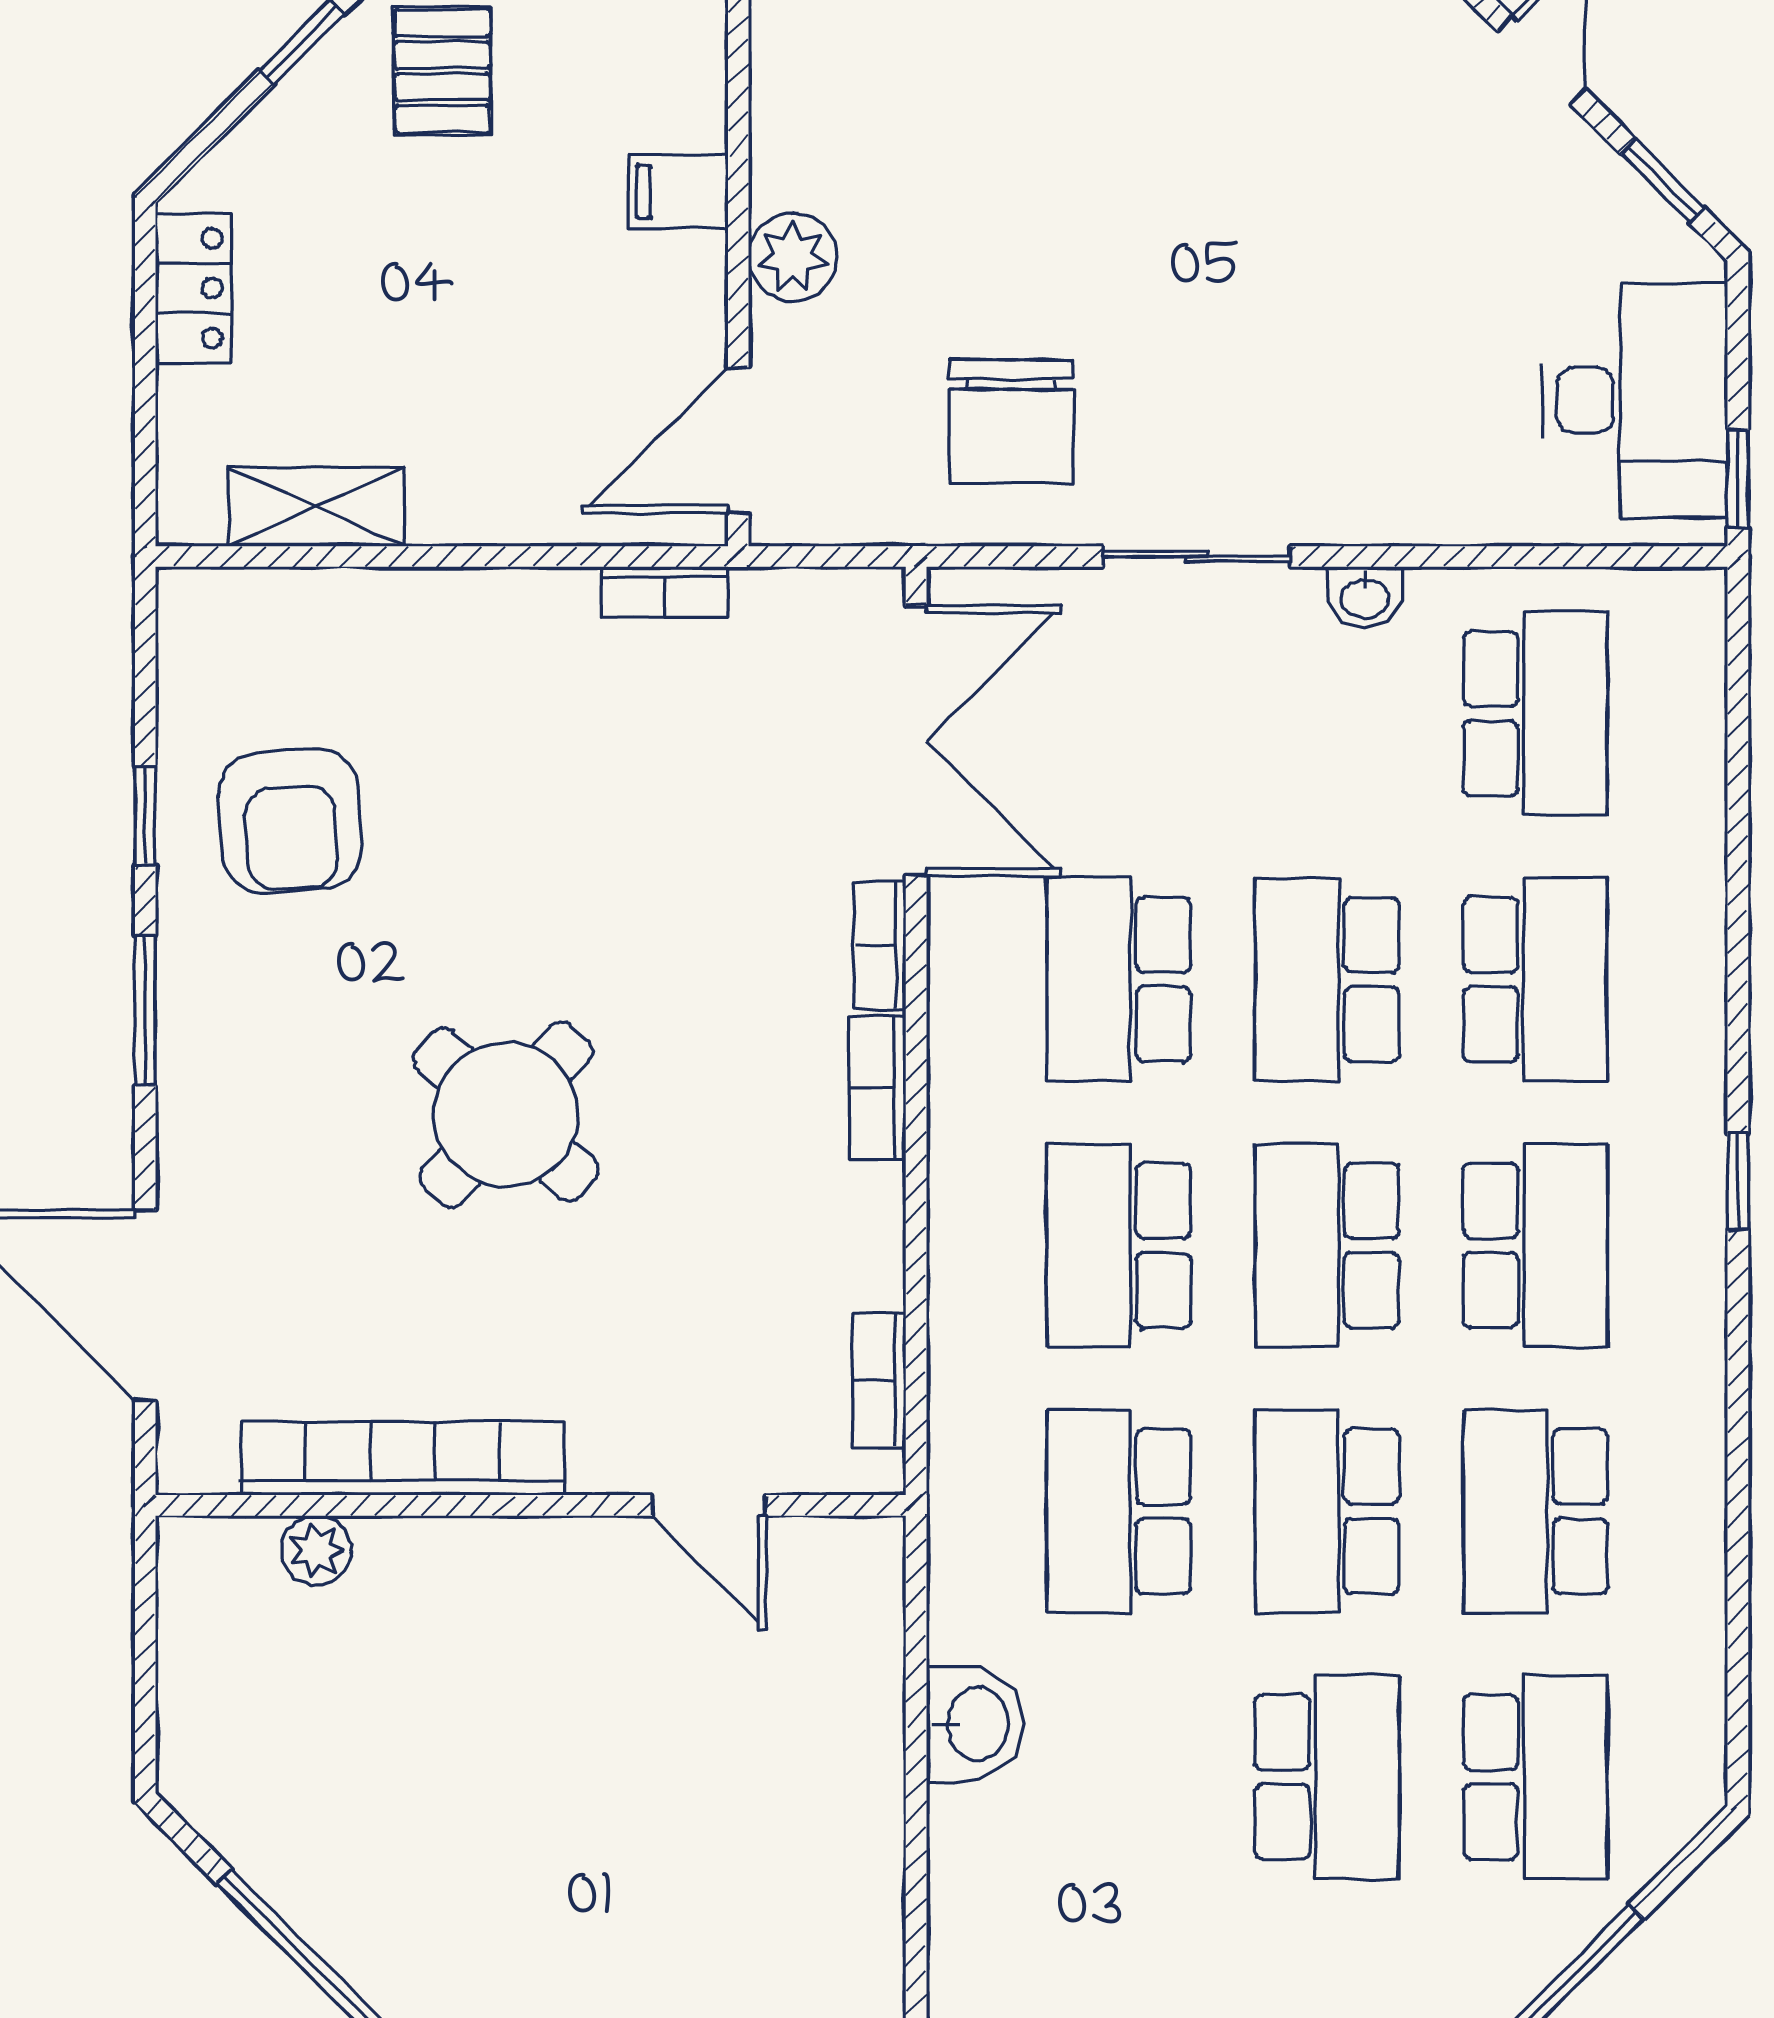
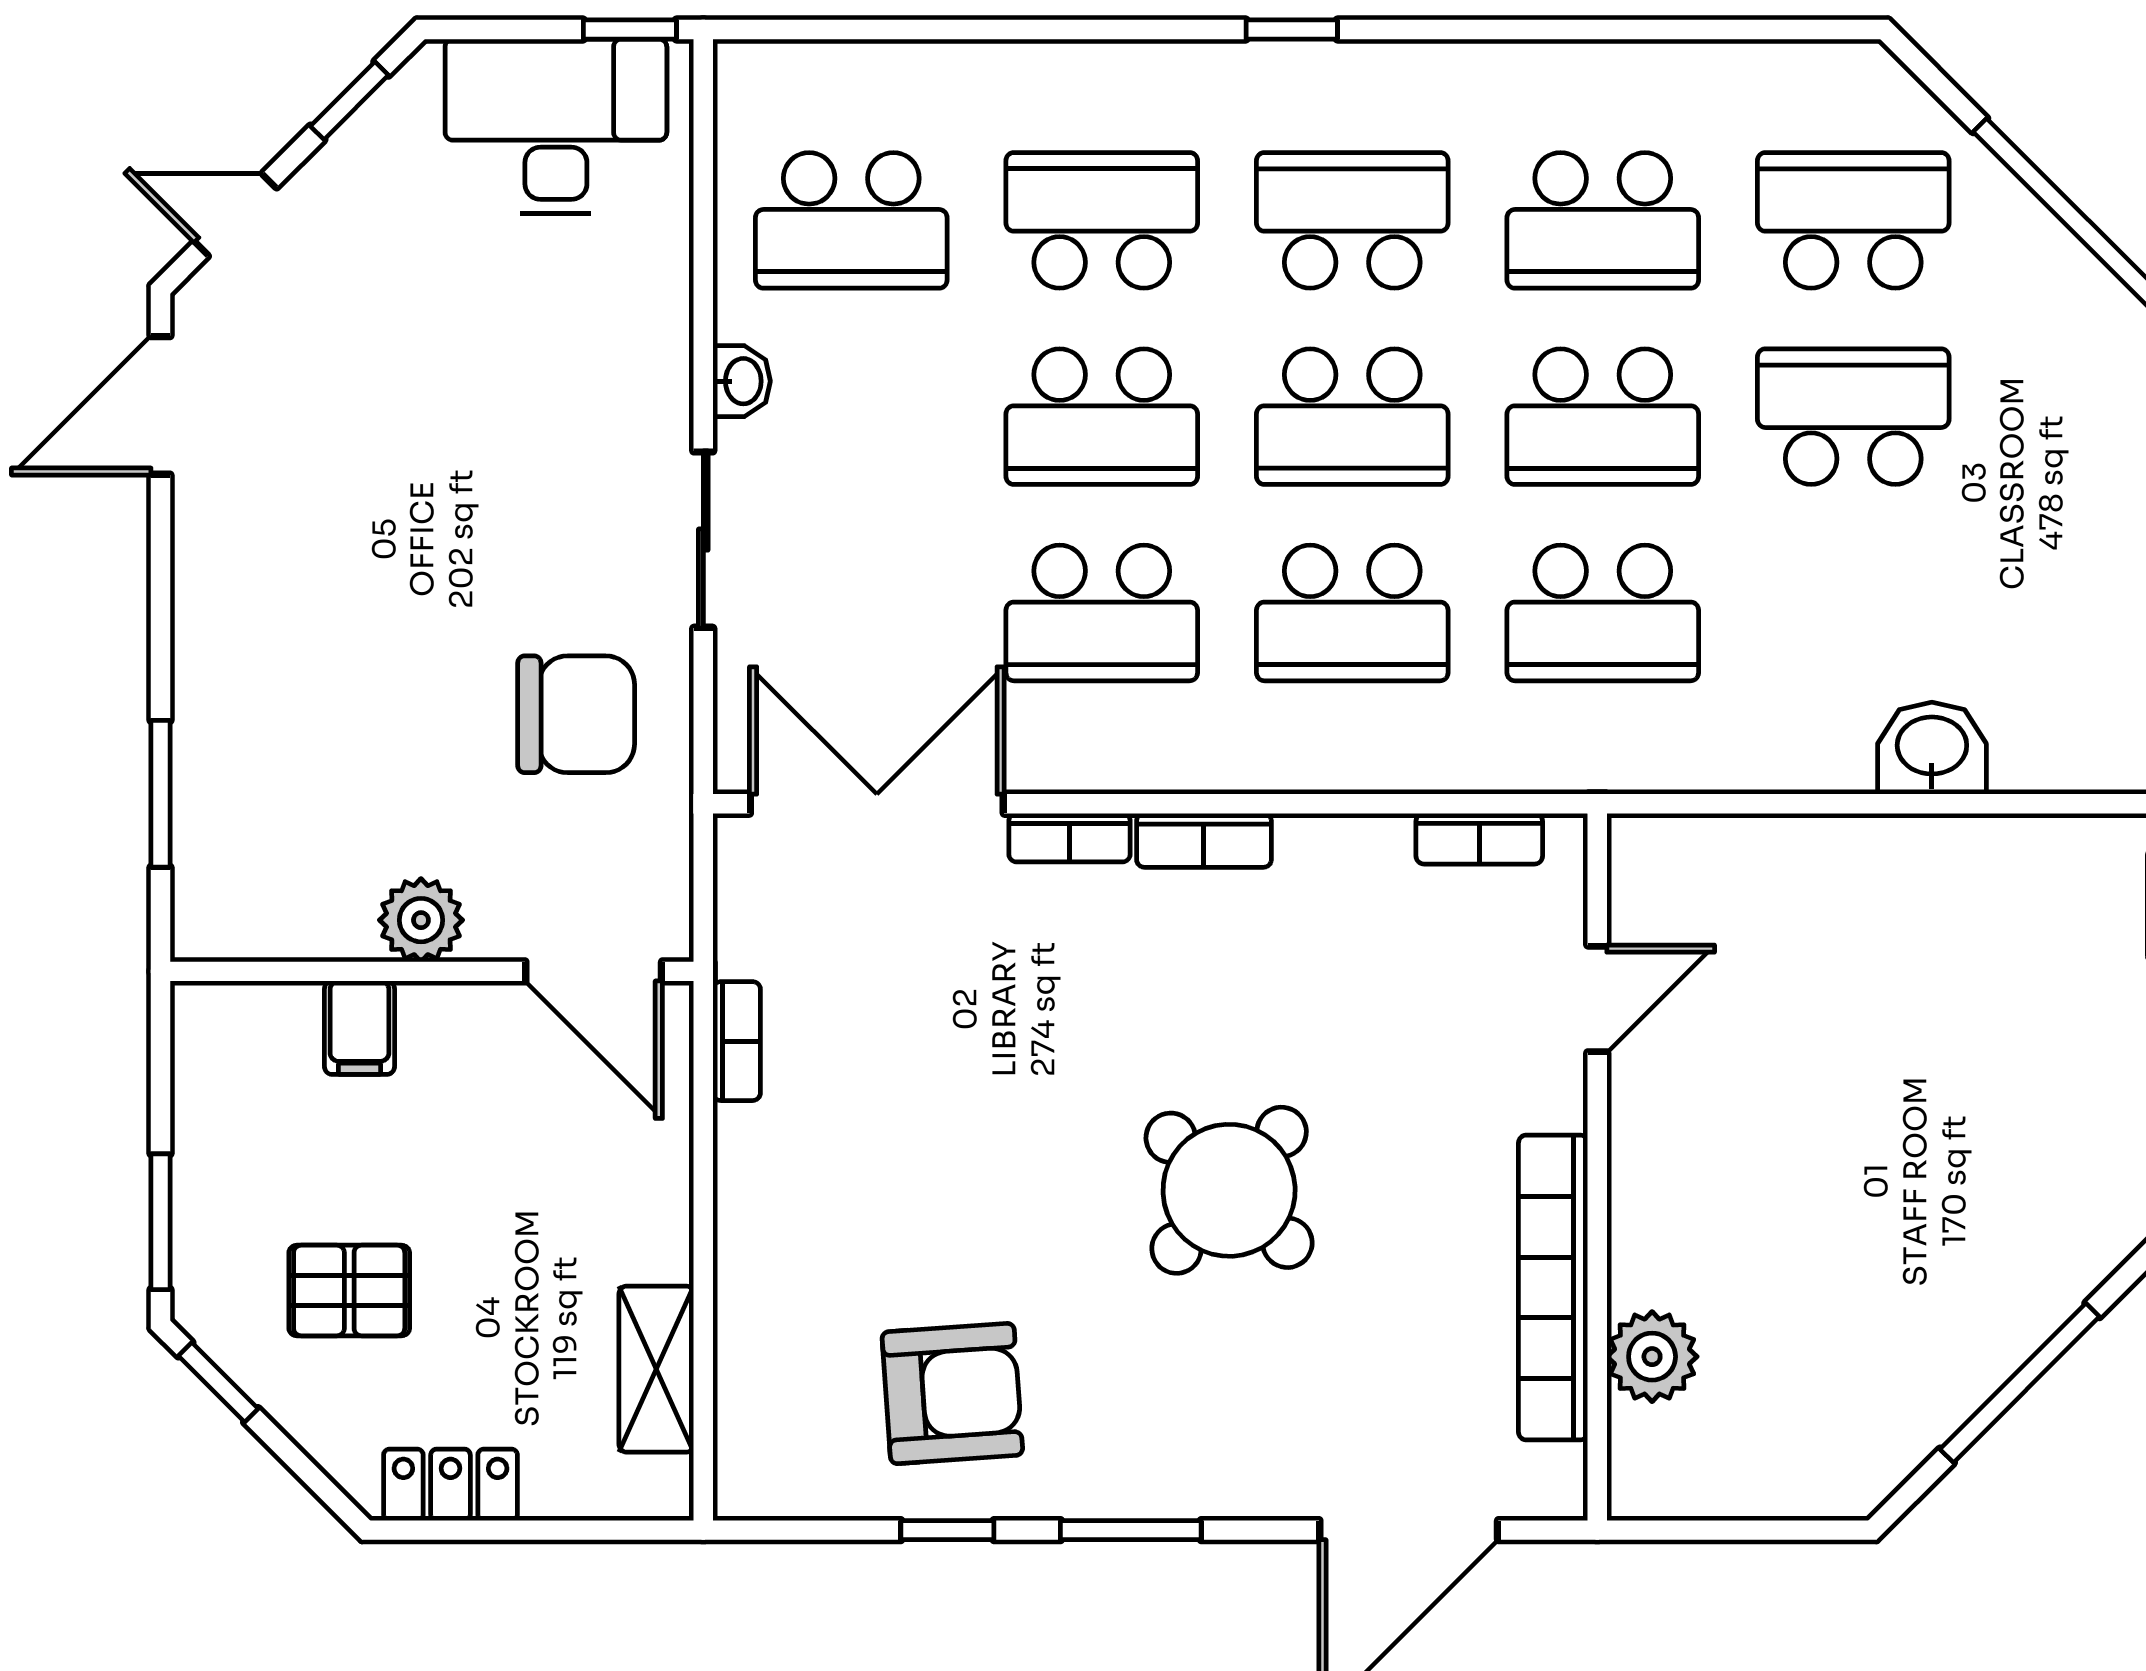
pallet: (442, 71) -> (349, 1291), moved
school desk: (1535, 714) -> (851, 220), turned 180
plant: (316, 1550) -> (1652, 1357), width x1.38, depth x1.38
washbasin: (975, 1724) -> (1932, 748), moved

